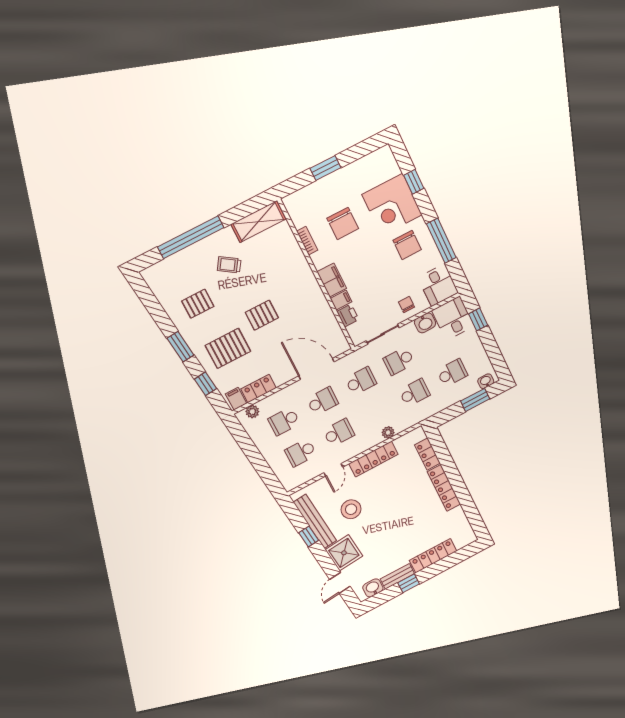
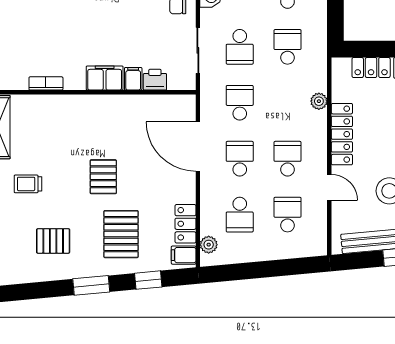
chair: (343, 223) -> (47, 34), removed
trolley: (229, 265) -> (28, 184), turned 56
pallet: (198, 304) -> (53, 241), turned 90
door: (316, 369) -> (198, 147), hinge flipped
school desk: (301, 453) -> (288, 215), turned 180

